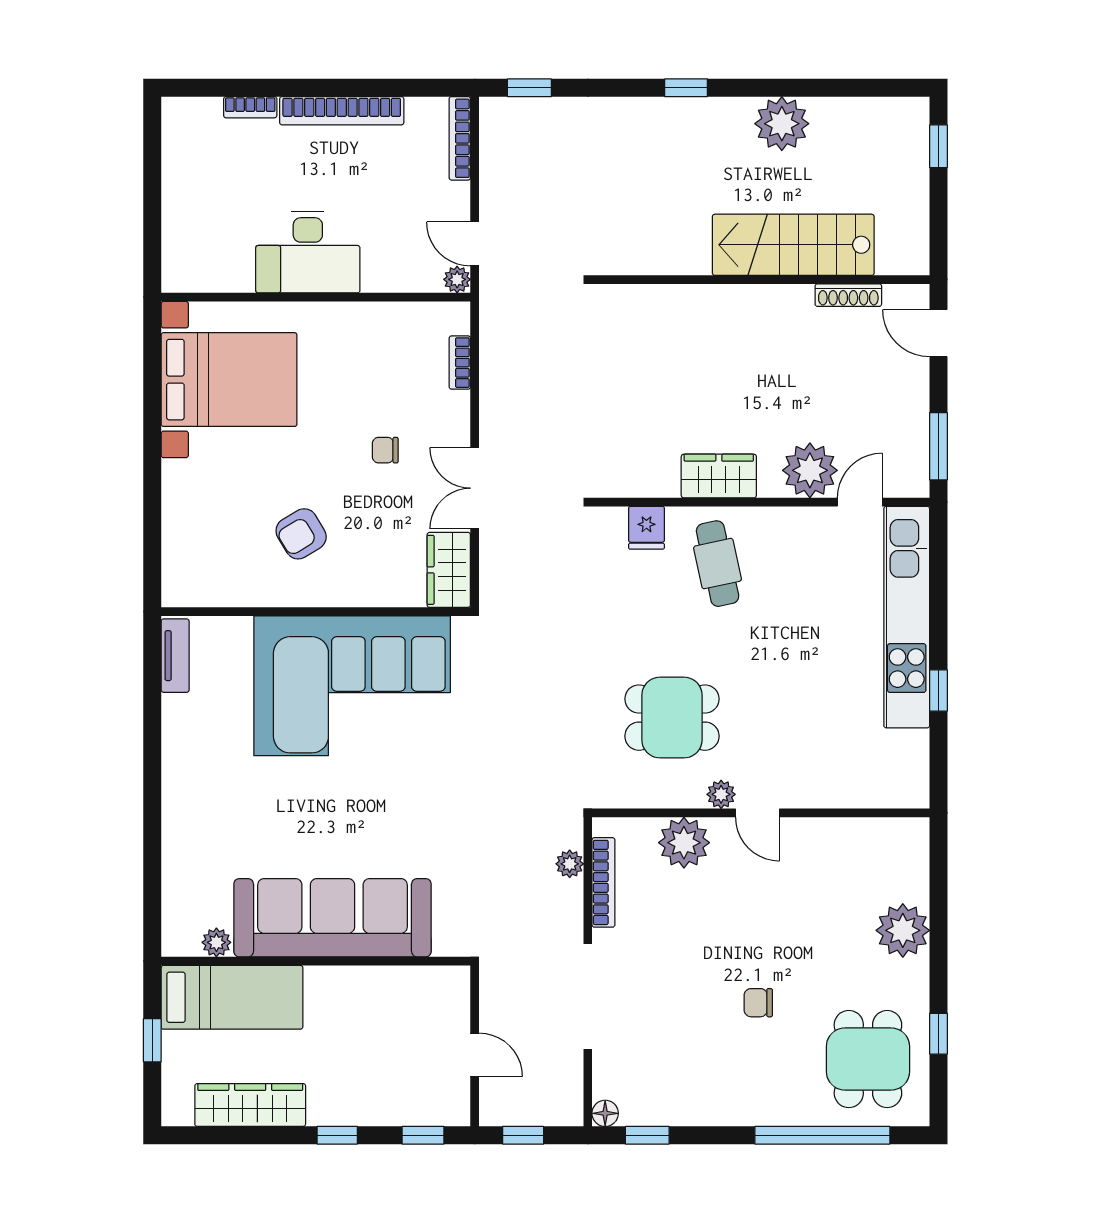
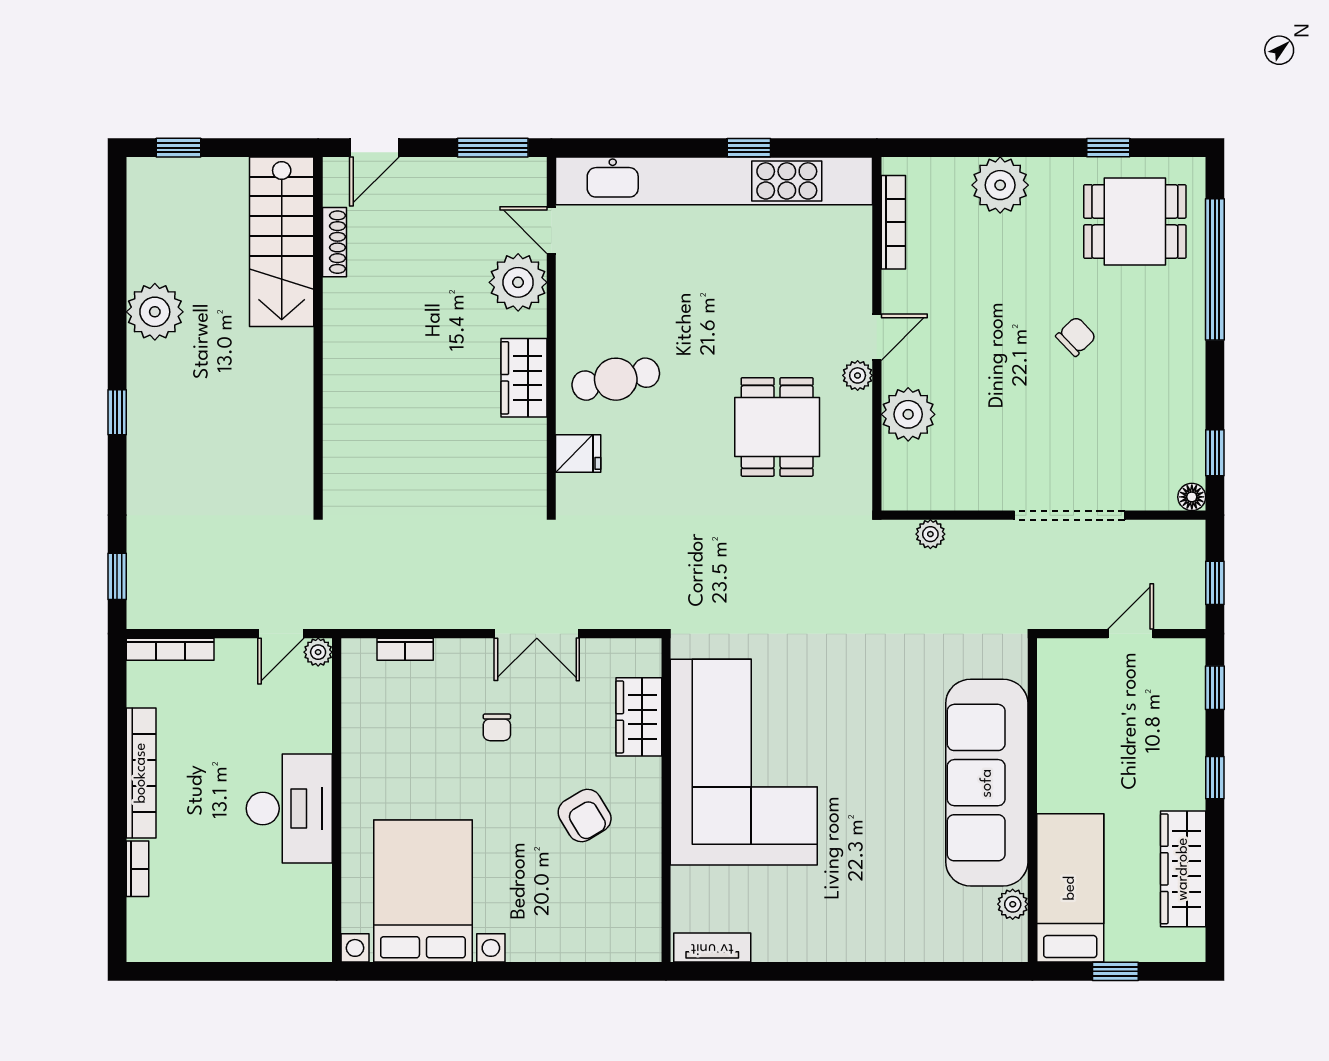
stairs: (793, 245) -> (282, 242), moved
wardrobe: (449, 570) -> (639, 717), moved, turned 90
kitchen unit: (907, 617) -> (714, 181), width x1.36
bookcase: (603, 882) -> (893, 222), moved, turned 90
chair: (758, 1003) -> (1076, 336), turned -134

